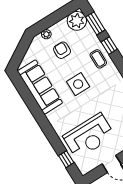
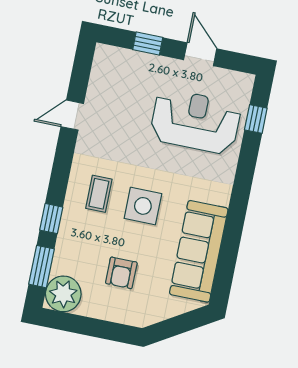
plant: (46, 34) -> (122, 315), removed
coffee table: (98, 59) -> (99, 194), moved

